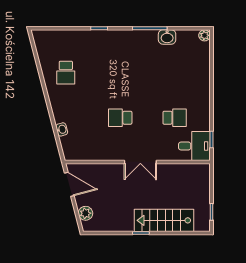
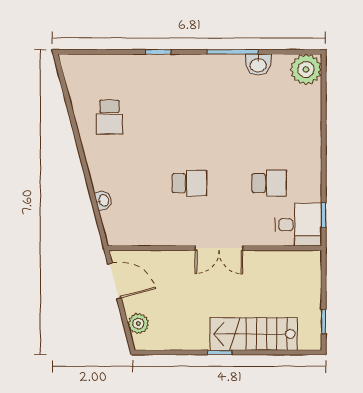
plant: (205, 35) -> (306, 69), width x1.87, depth x1.87
school desk: (120, 118) -> (189, 183), turned 180

